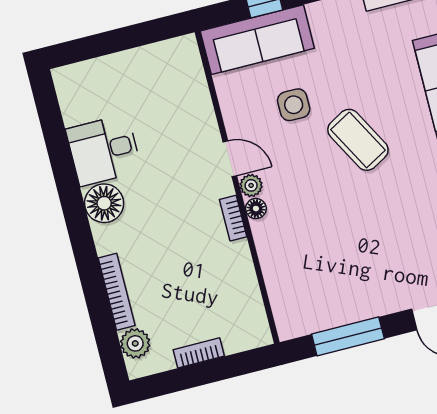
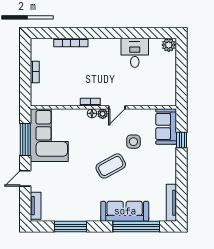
sofa: (257, 40) -> (166, 126), width x0.73
floor lamp: (104, 203) -> (111, 47), removed
corner sofa: (326, 288) -> (49, 135), added
plant: (135, 343) -> (169, 45), moved

